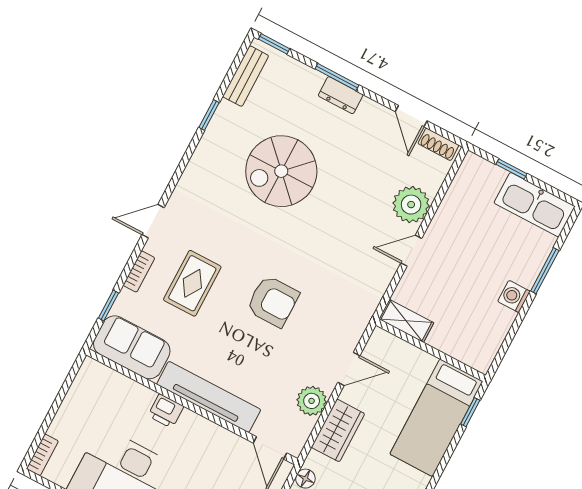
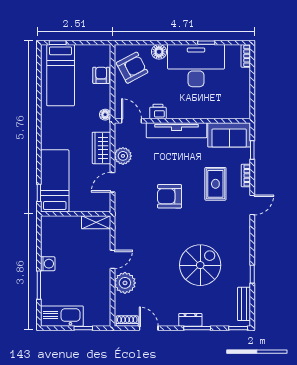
printer: (166, 411) -> (158, 112), moved

